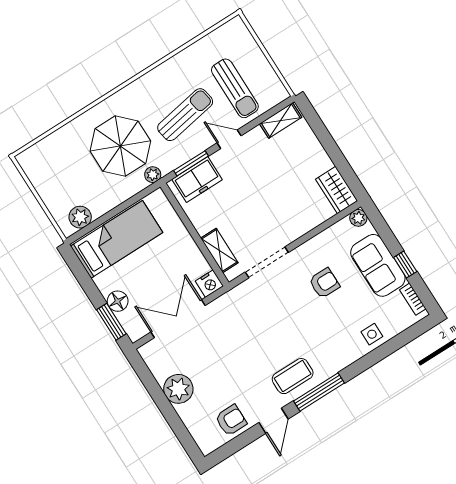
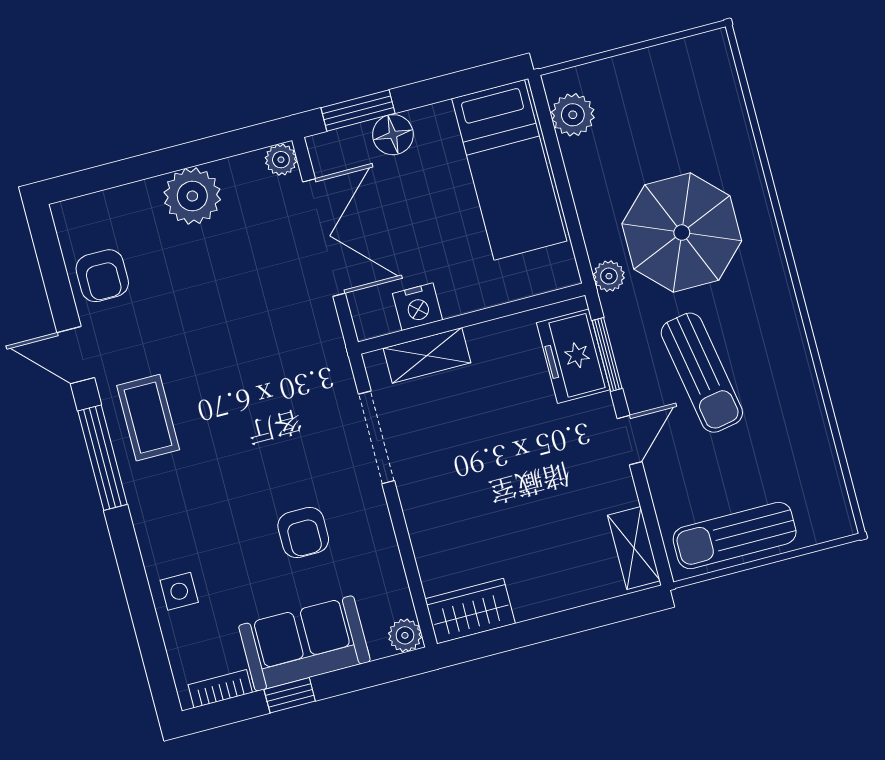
sun lounger: (235, 88) -> (735, 536), moved
nightstand: (209, 284) -> (418, 307), moved, turned -90
plant: (147, 352) -> (281, 160), added

